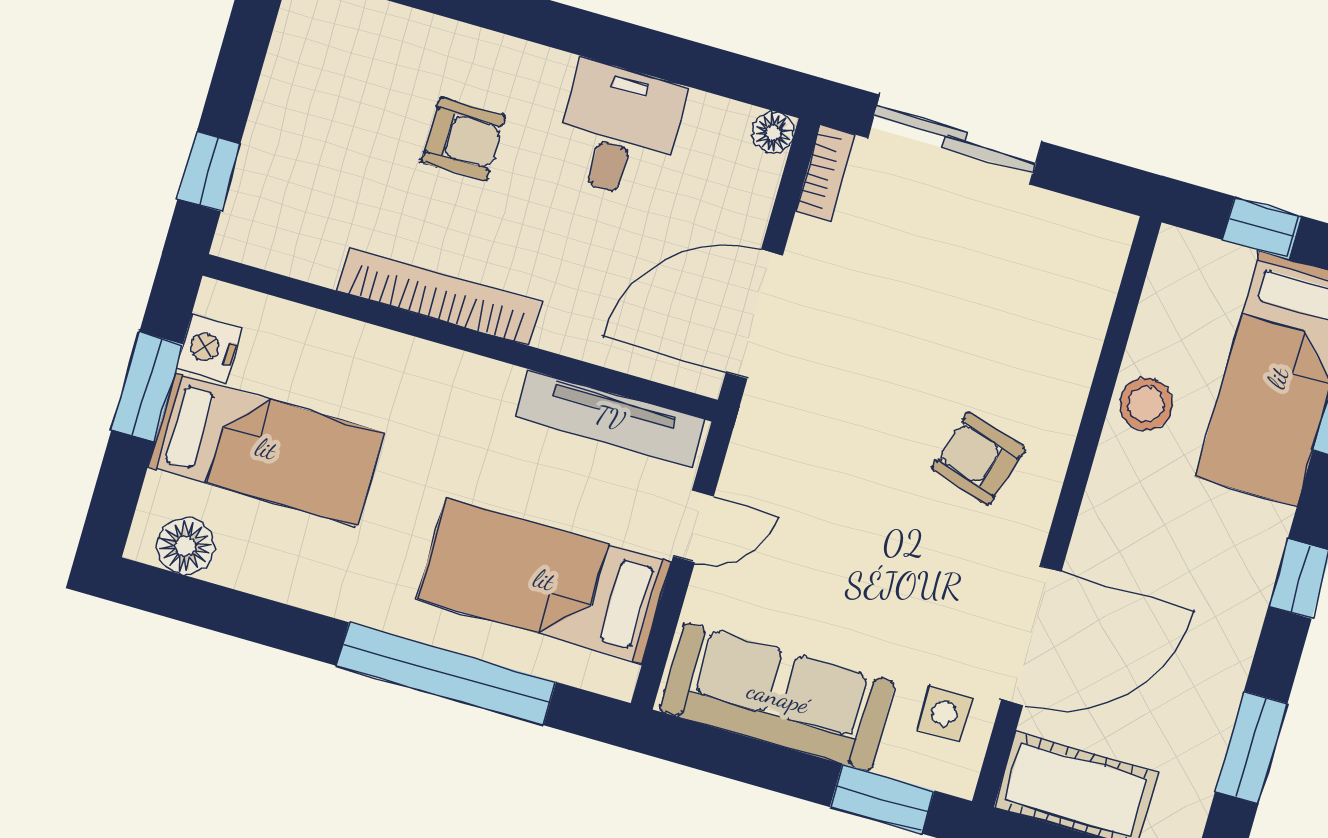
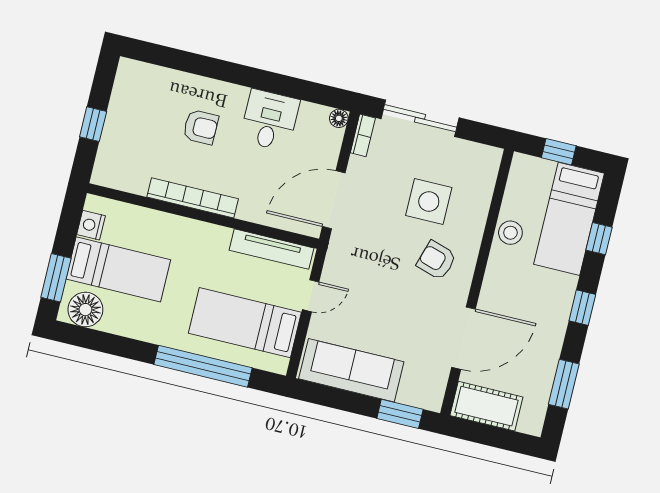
window: (209, 172) -> (93, 124), moved
window: (147, 387) -> (56, 278), moved
floor lamp: (186, 546) -> (85, 310), width x1.38, depth x1.38
side table: (944, 713) -> (429, 201), moved, width x1.87, depth x1.87

